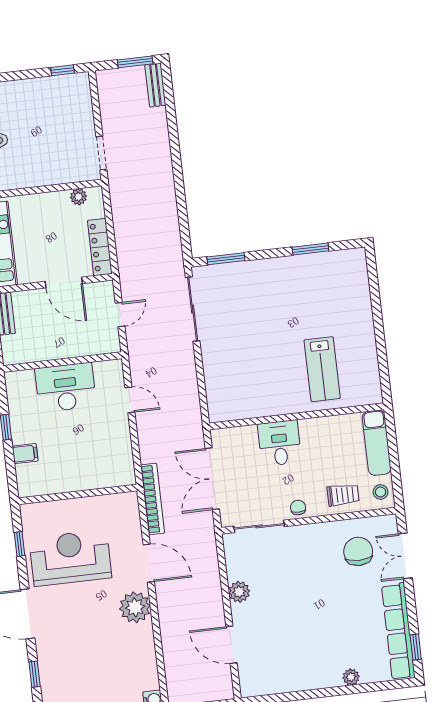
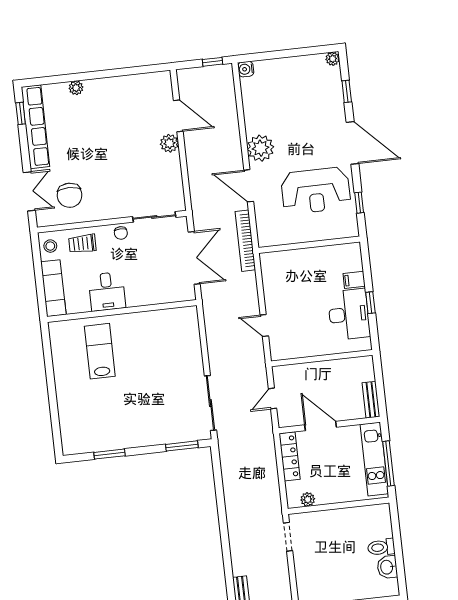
desk: (66, 387) -> (349, 314), moved, turned -90
desk: (280, 443) -> (107, 291), moved
plant: (239, 592) -> (169, 143), moved

